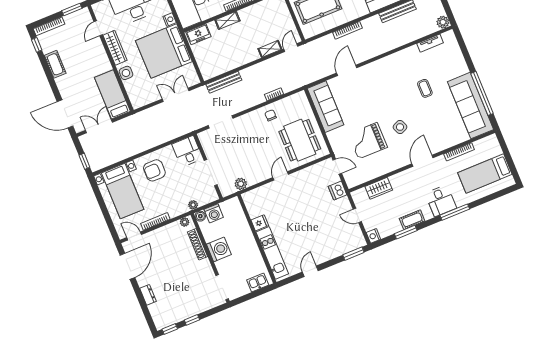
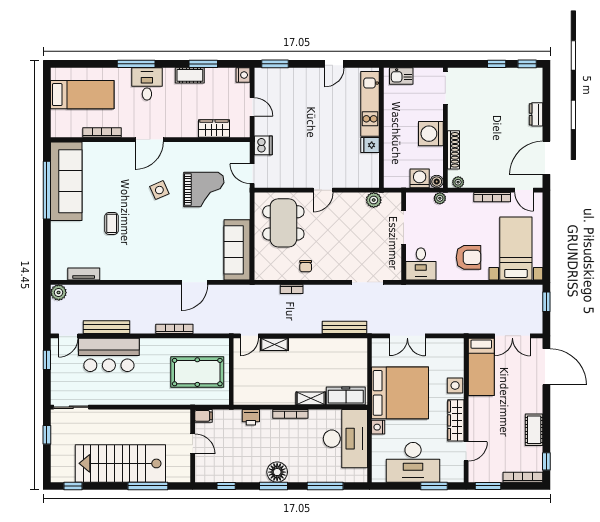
freezer: (198, 34) -> (346, 396), width x1.40

